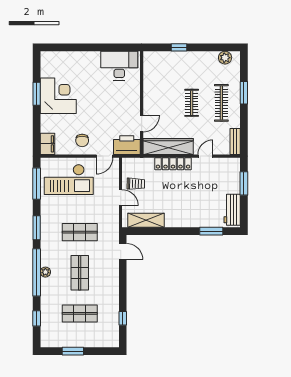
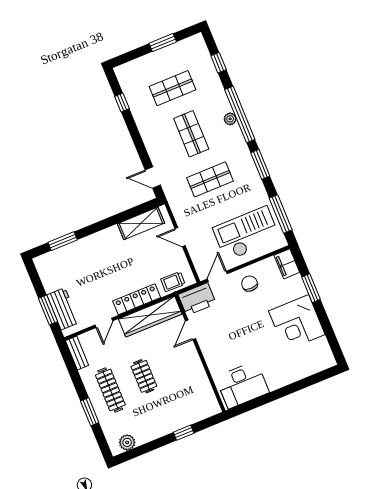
window: (37, 94) -> (311, 288), moved
trolley: (136, 184) -> (173, 282), moved
workbench: (232, 210) -> (63, 309), moved

